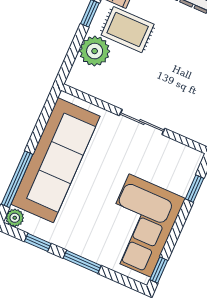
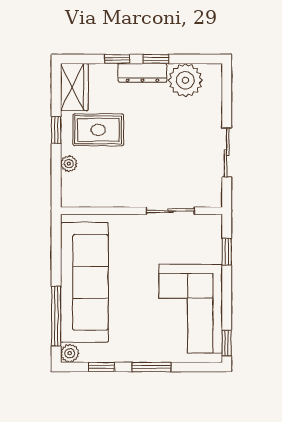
plant: (95, 51) -> (69, 164), width x0.53, depth x0.53
sliding door: (142, 122) -> (170, 211), moved

